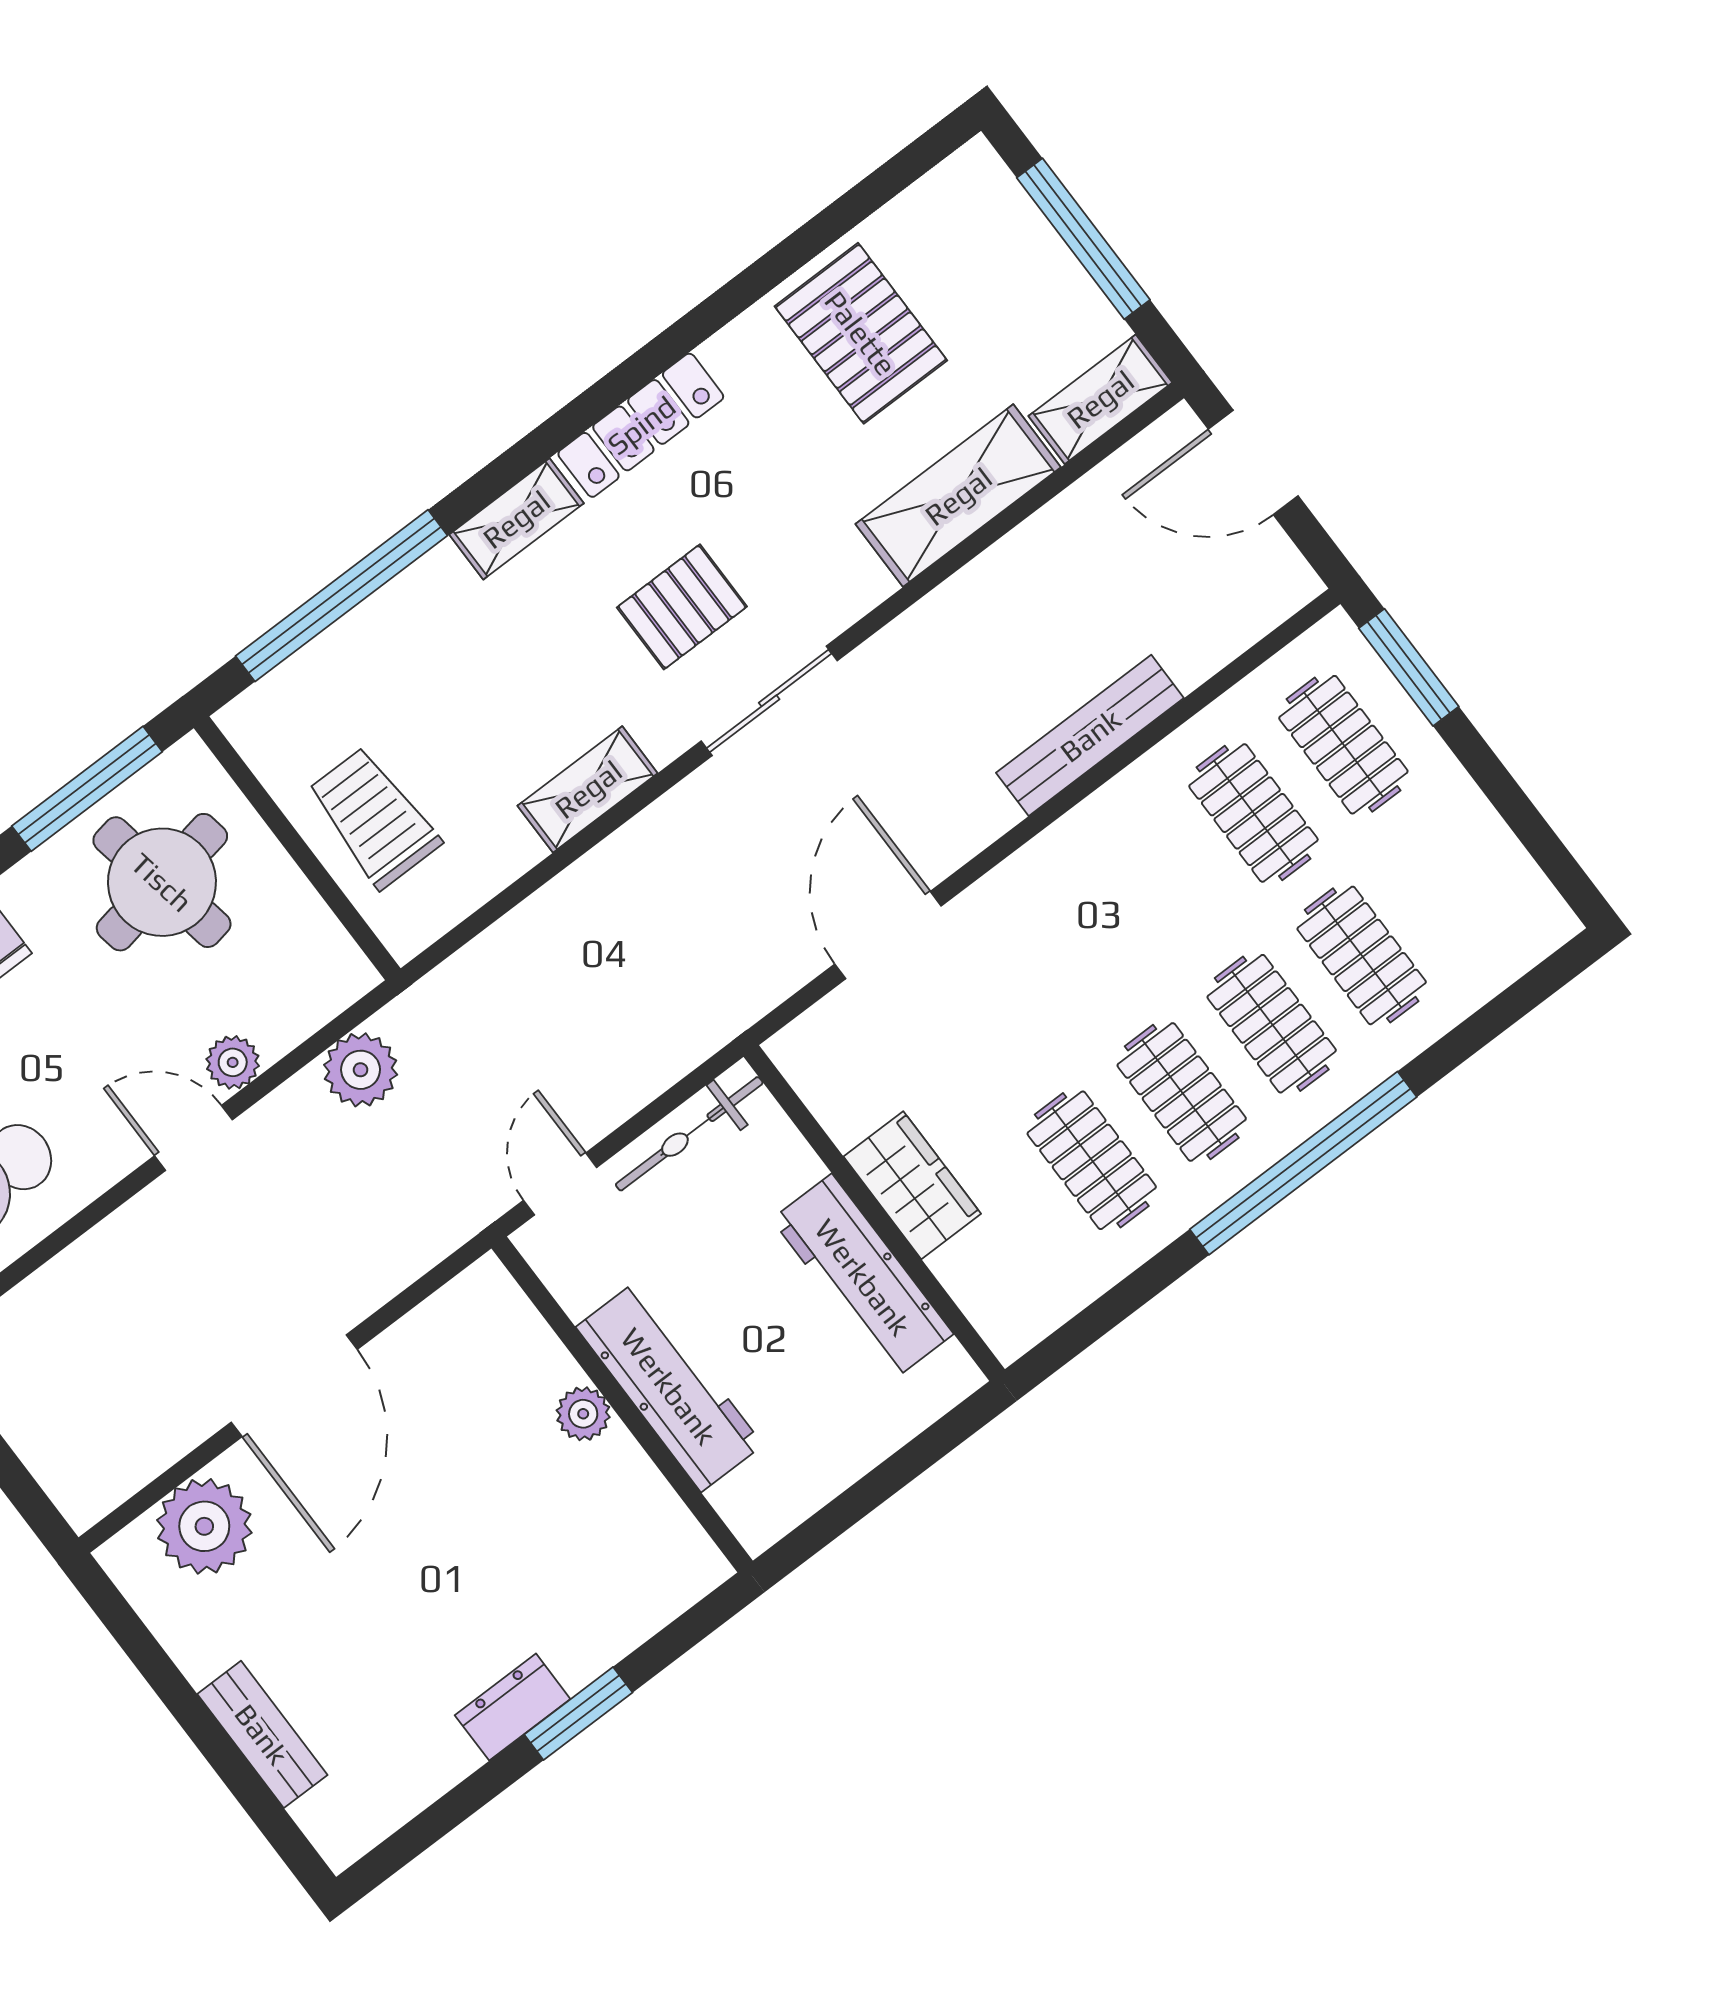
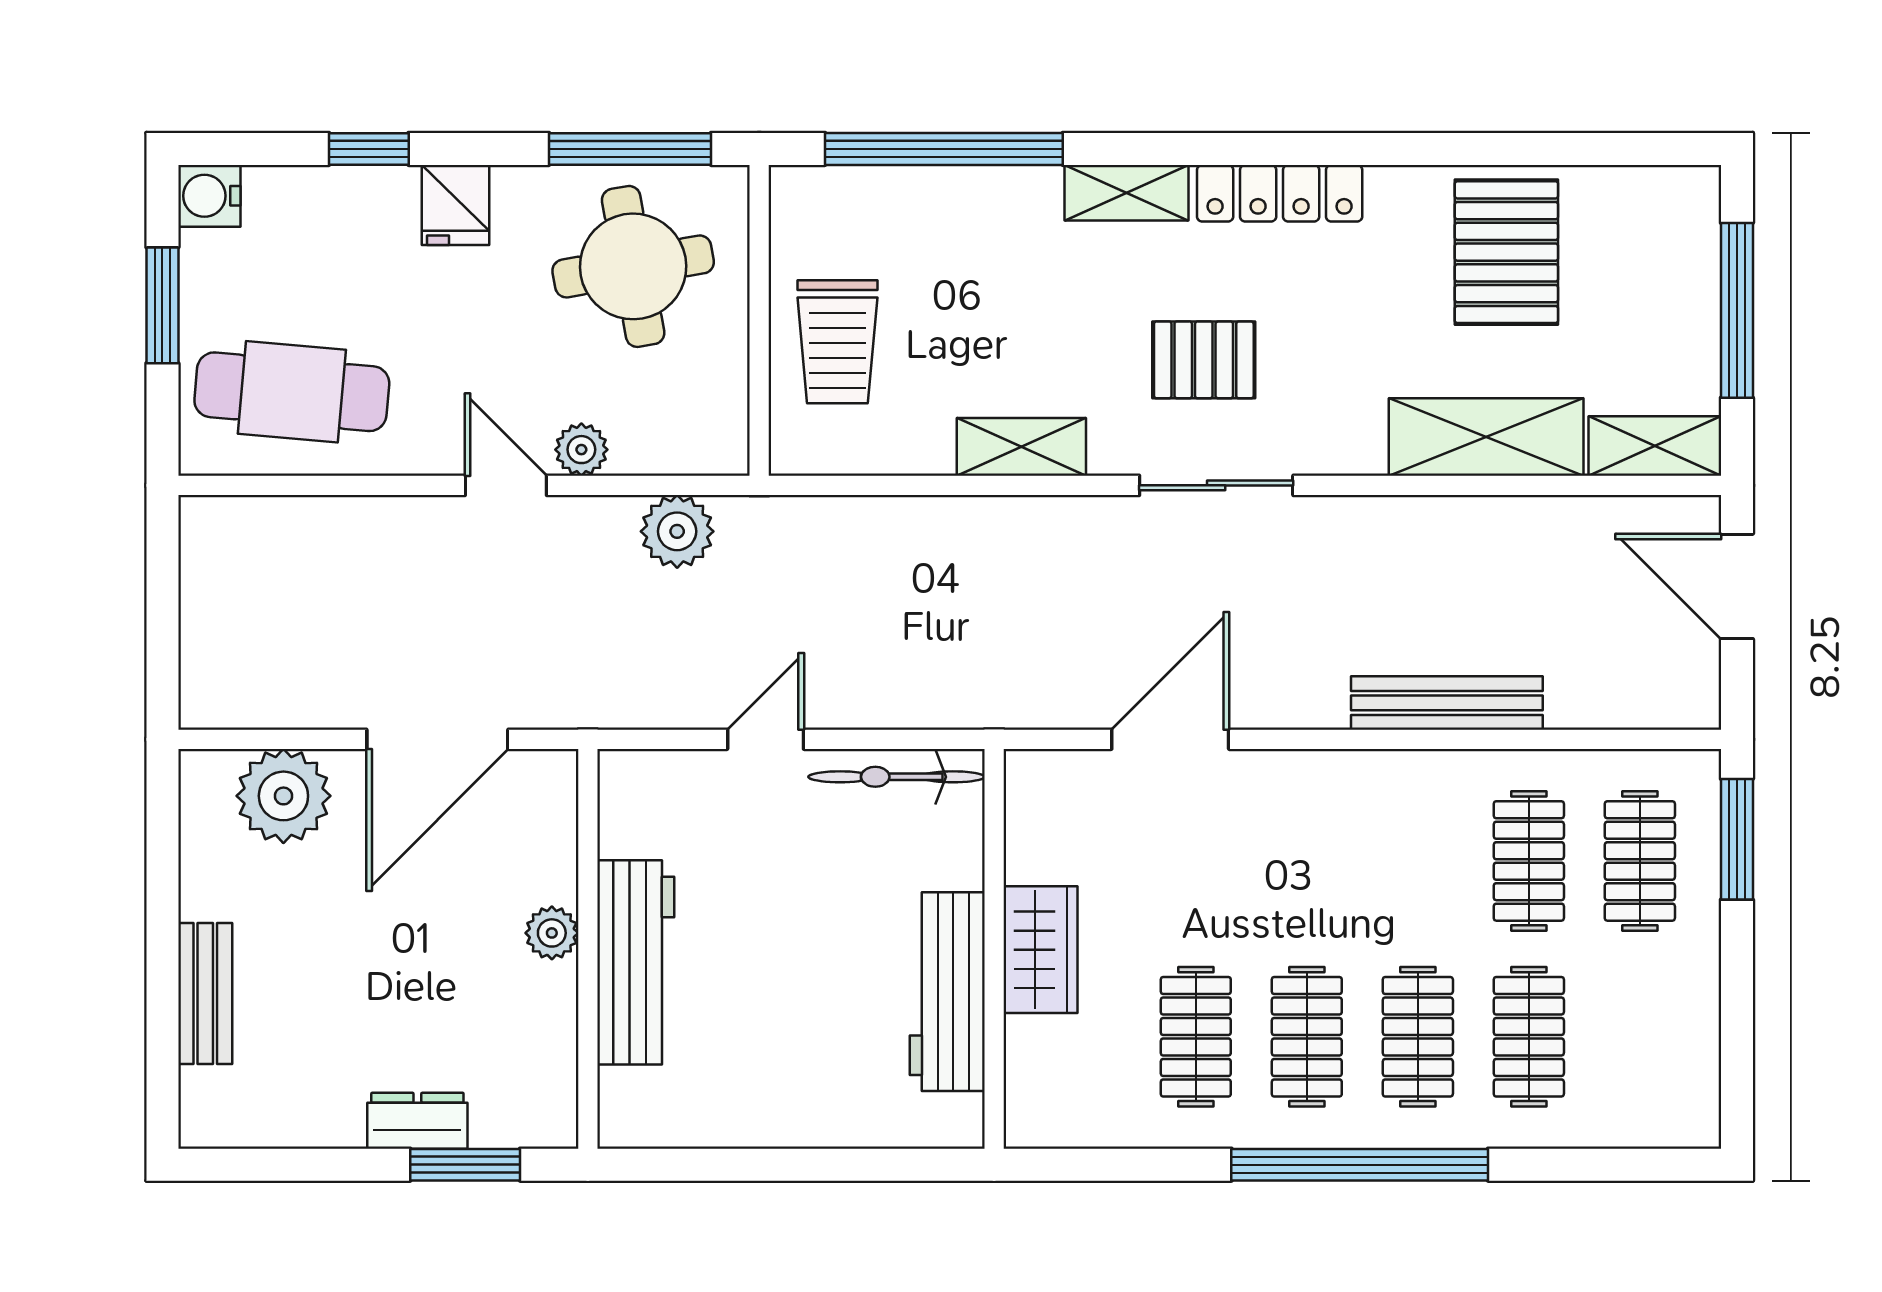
trolley: (374, 818) -> (837, 342), turned 180
workbench: (669, 1386) -> (636, 962), moved
wall: (622, 1404) -> (588, 949), moved
plant: (583, 1414) -> (552, 933), moved

